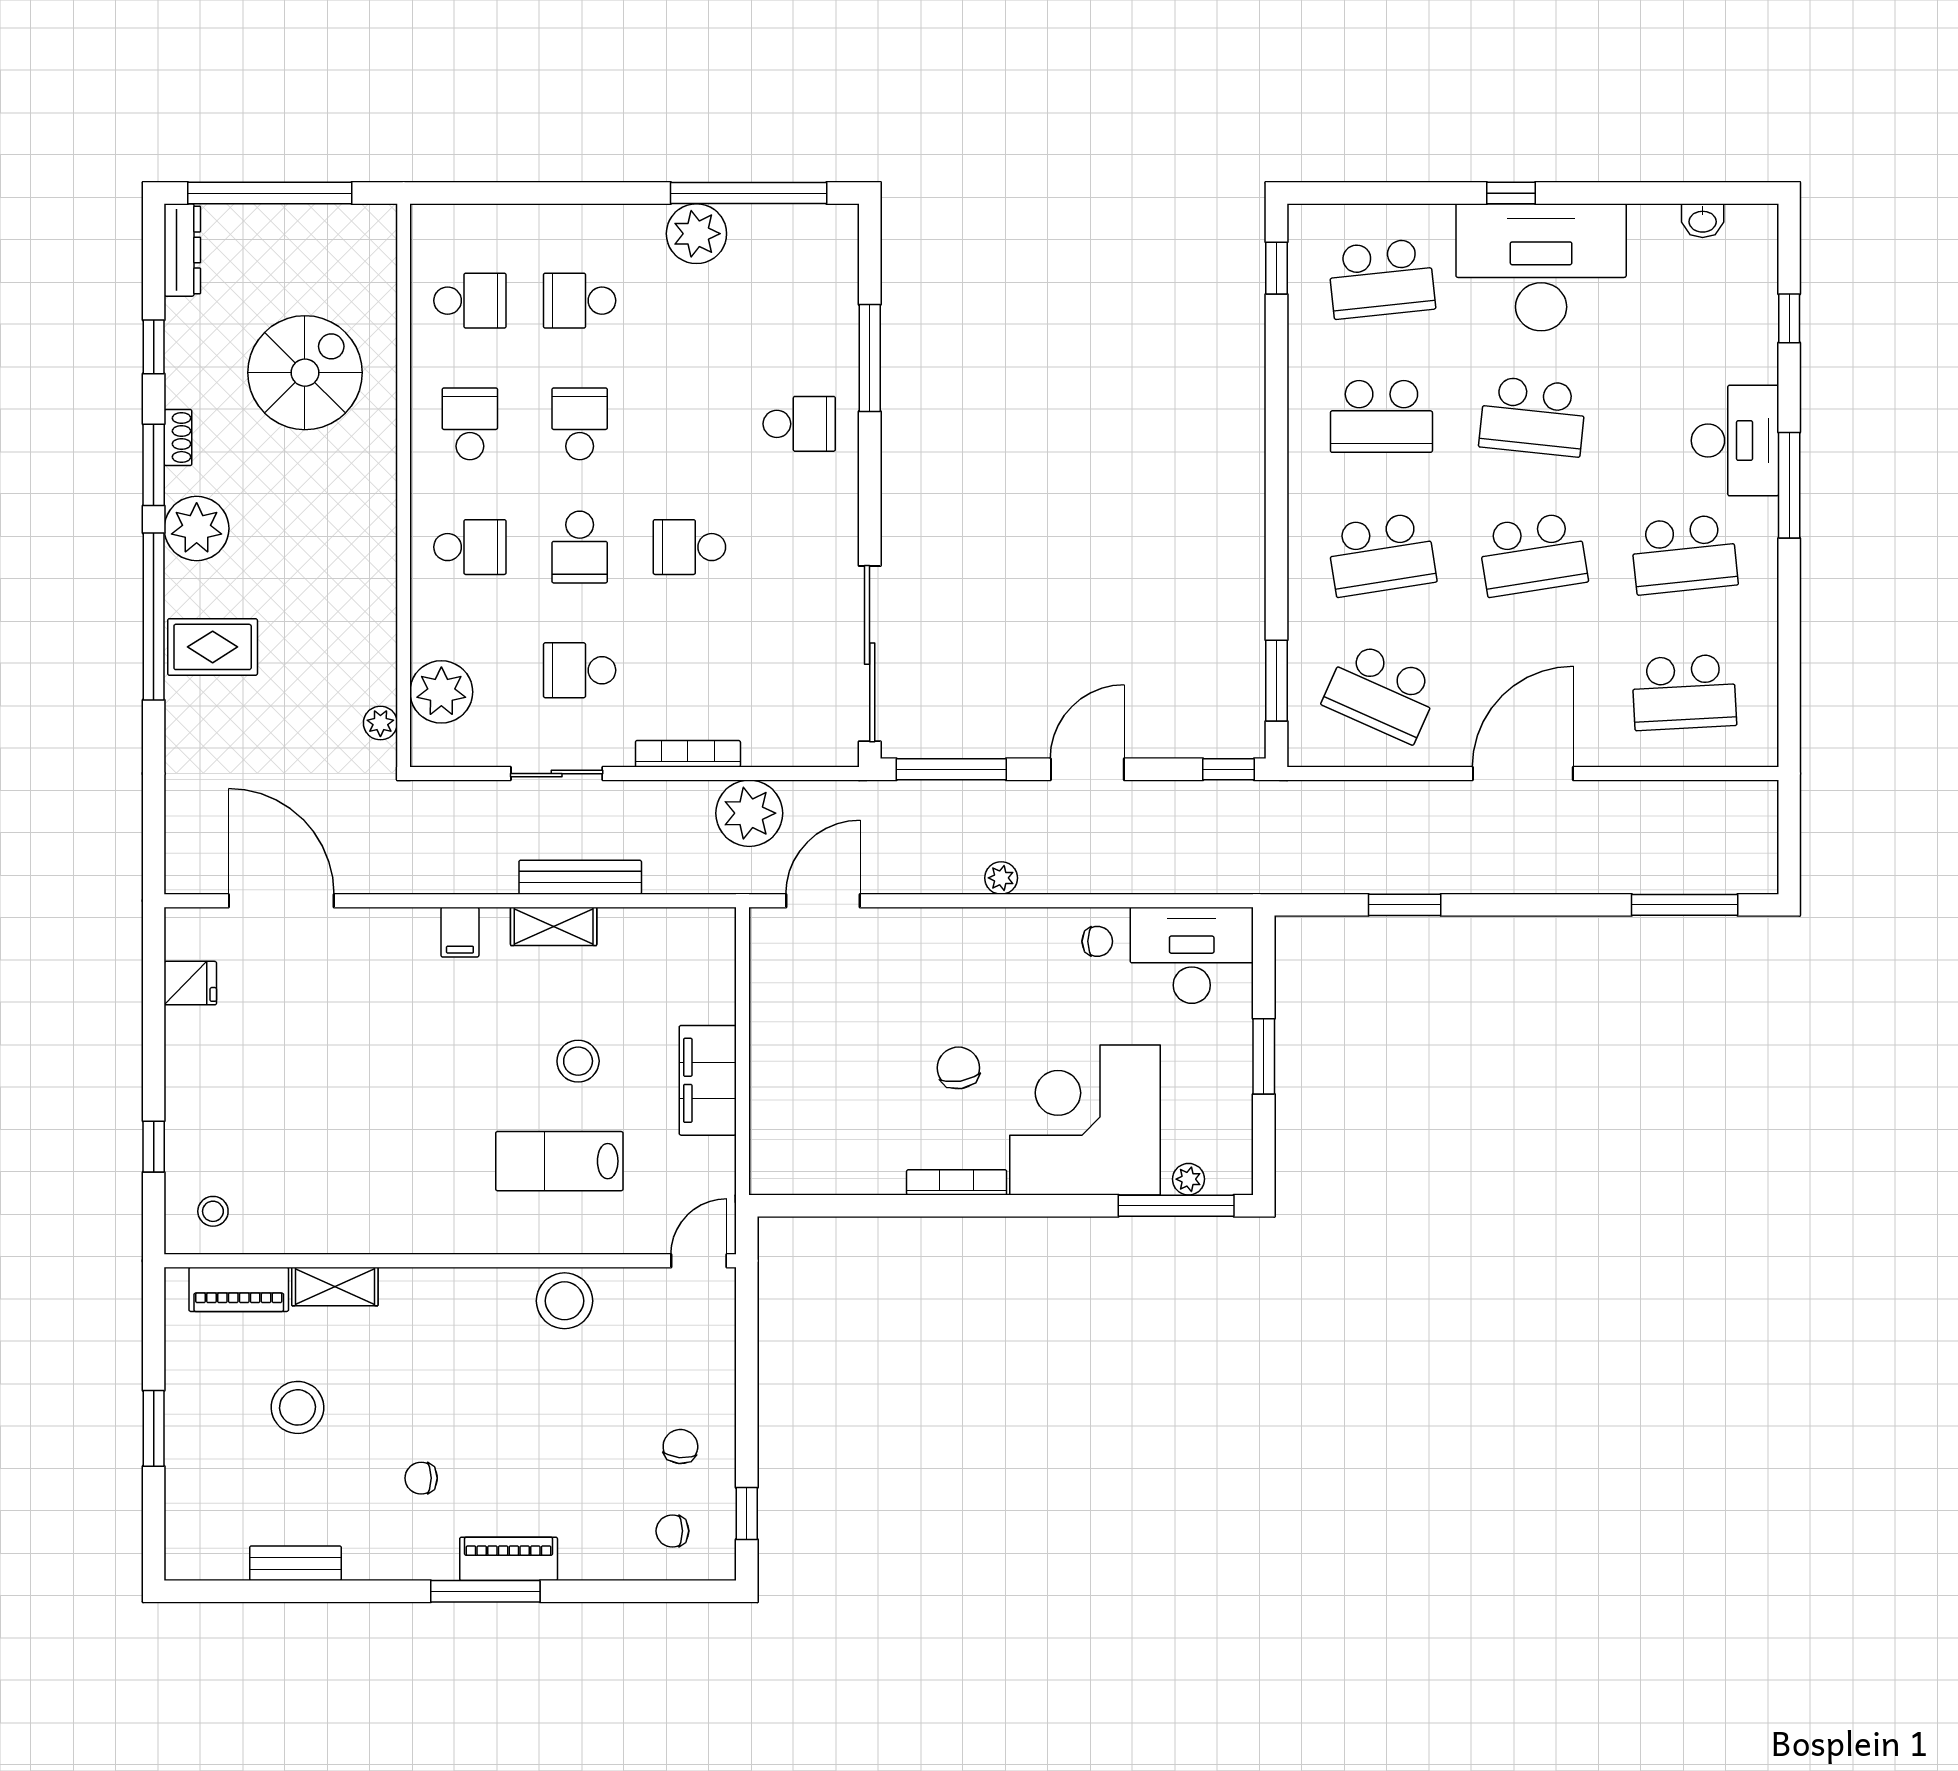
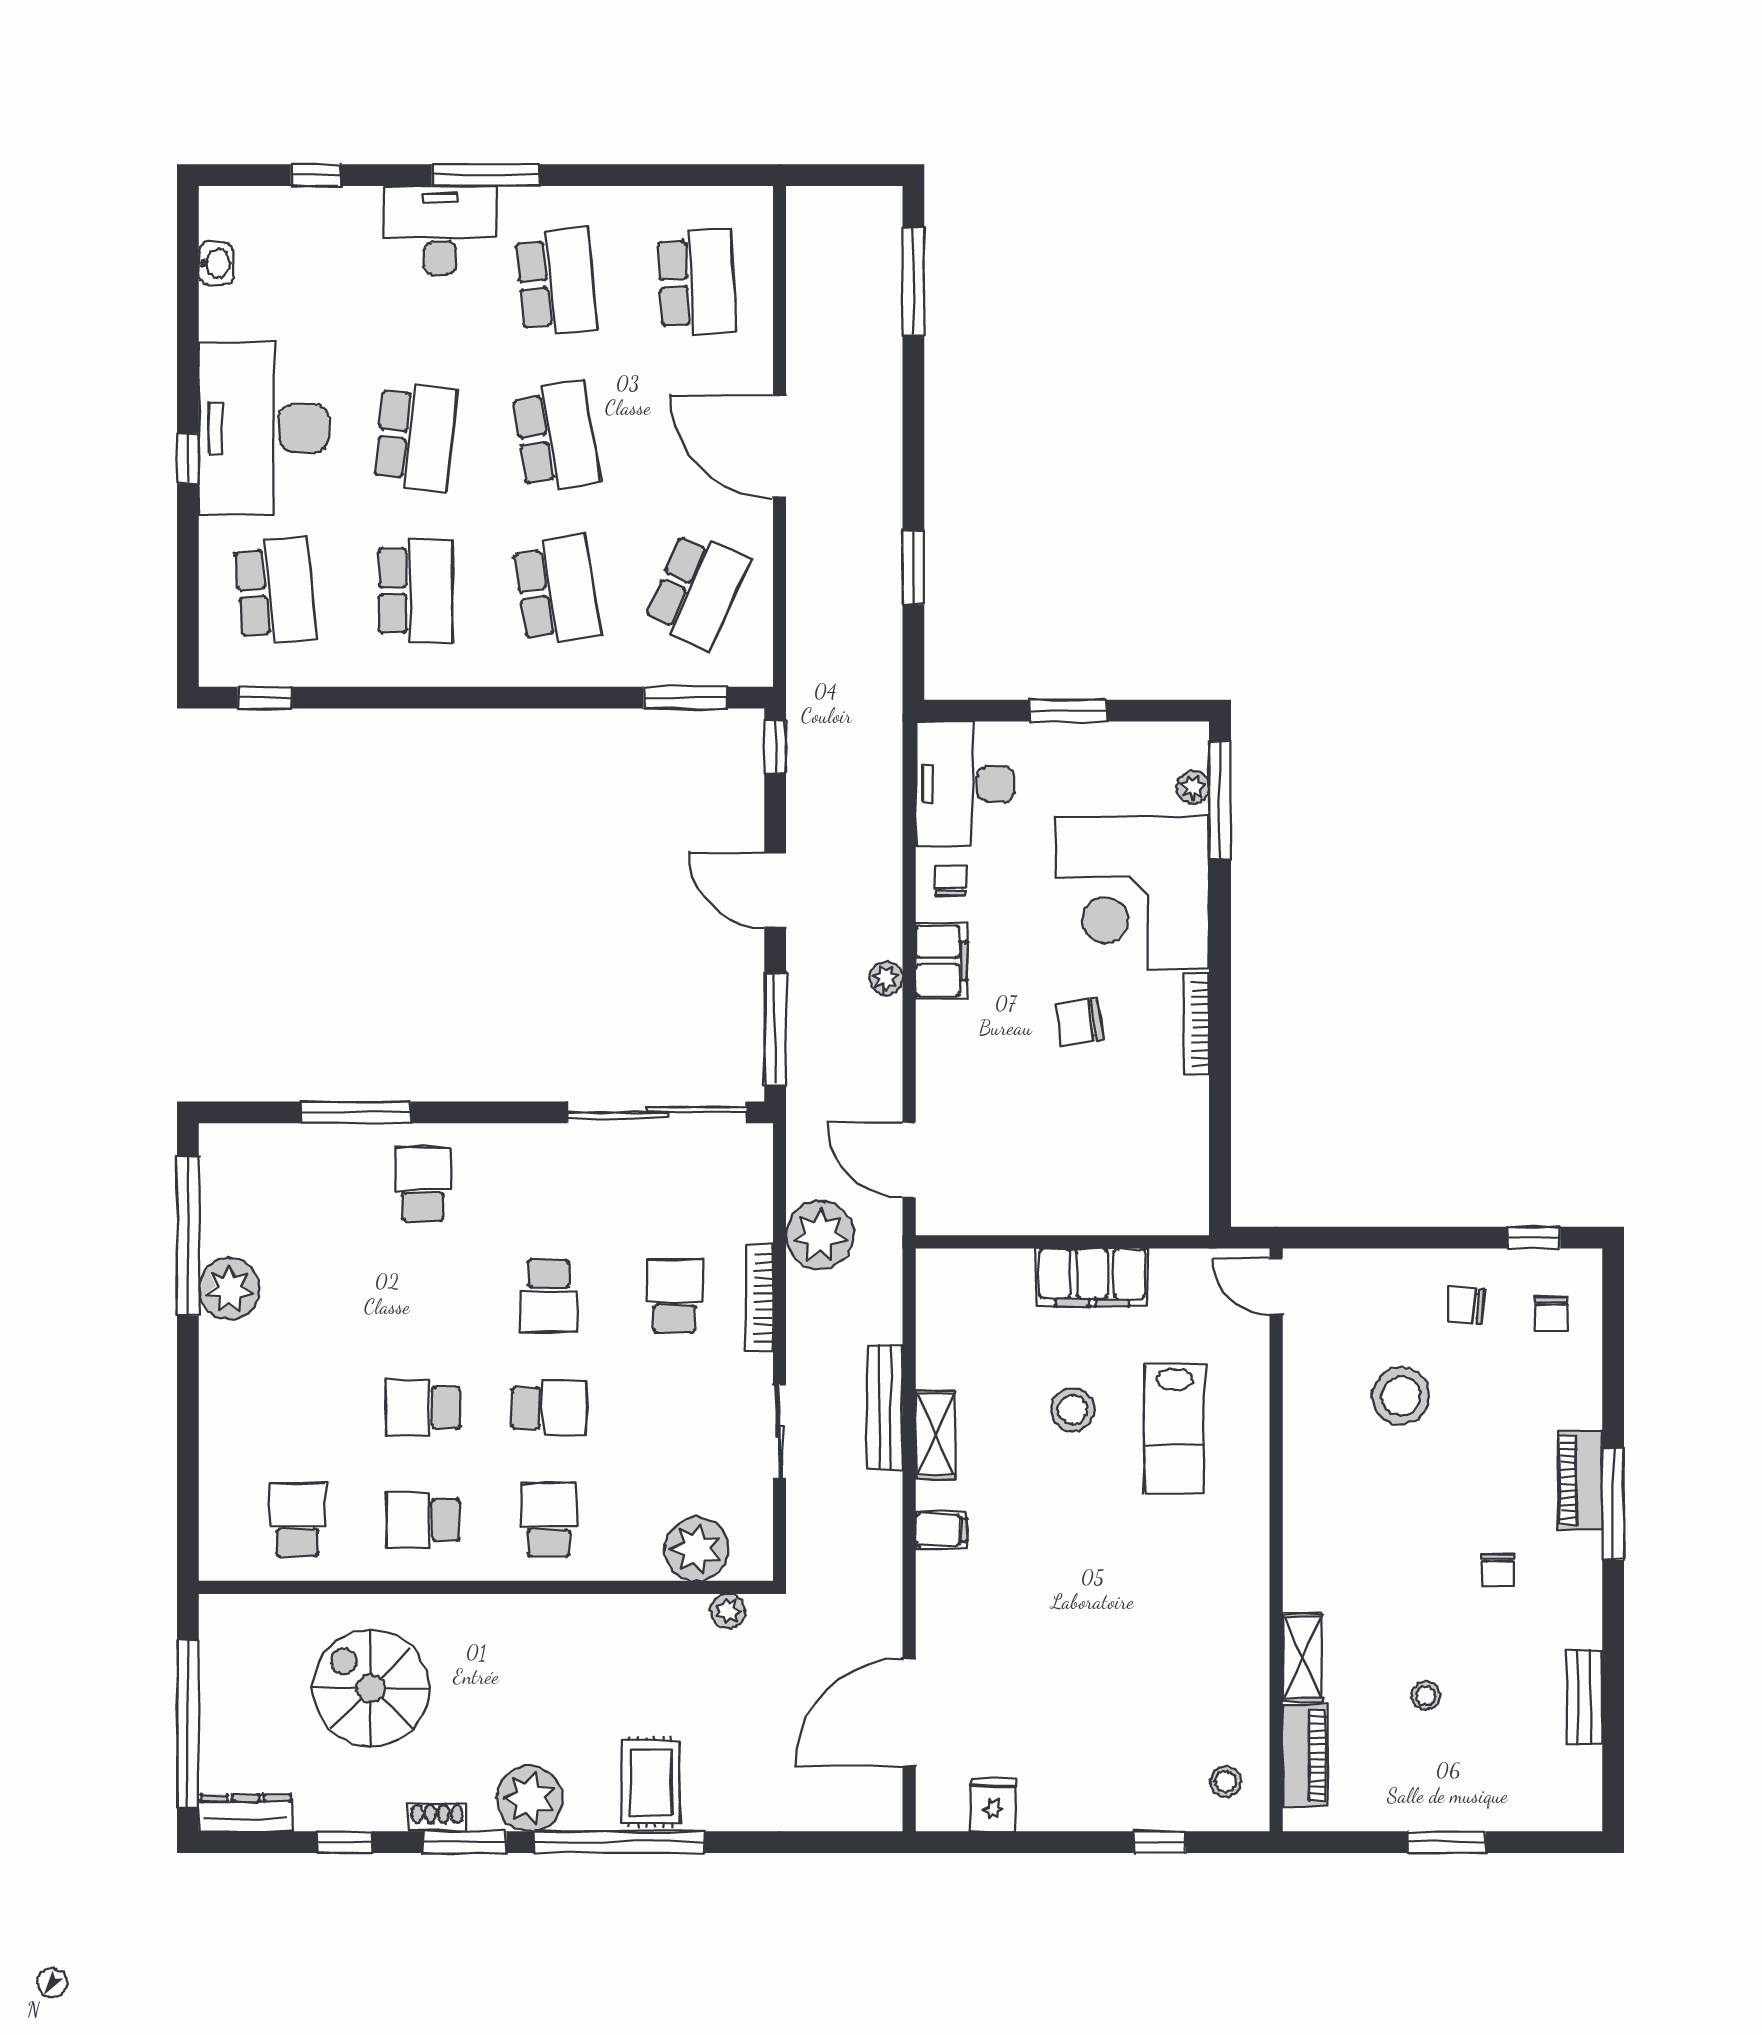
school desk: (580, 301) -> (297, 1408), removed
school desk: (580, 670) -> (674, 1296), moved, turned 180
filing cabinet: (1018, 932) -> (941, 961), added
stool: (565, 1301) -> (1401, 1396), moved
stool: (297, 1407) -> (1426, 1696), width x0.53, depth x0.53

